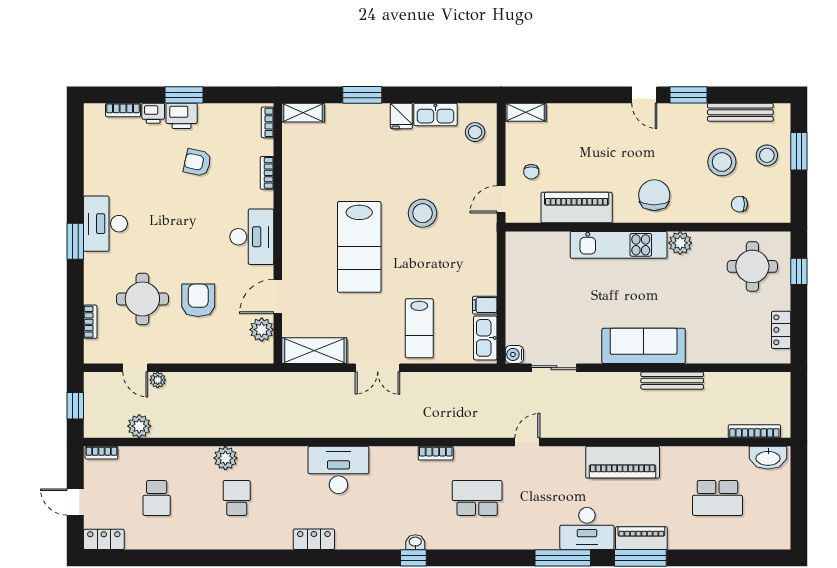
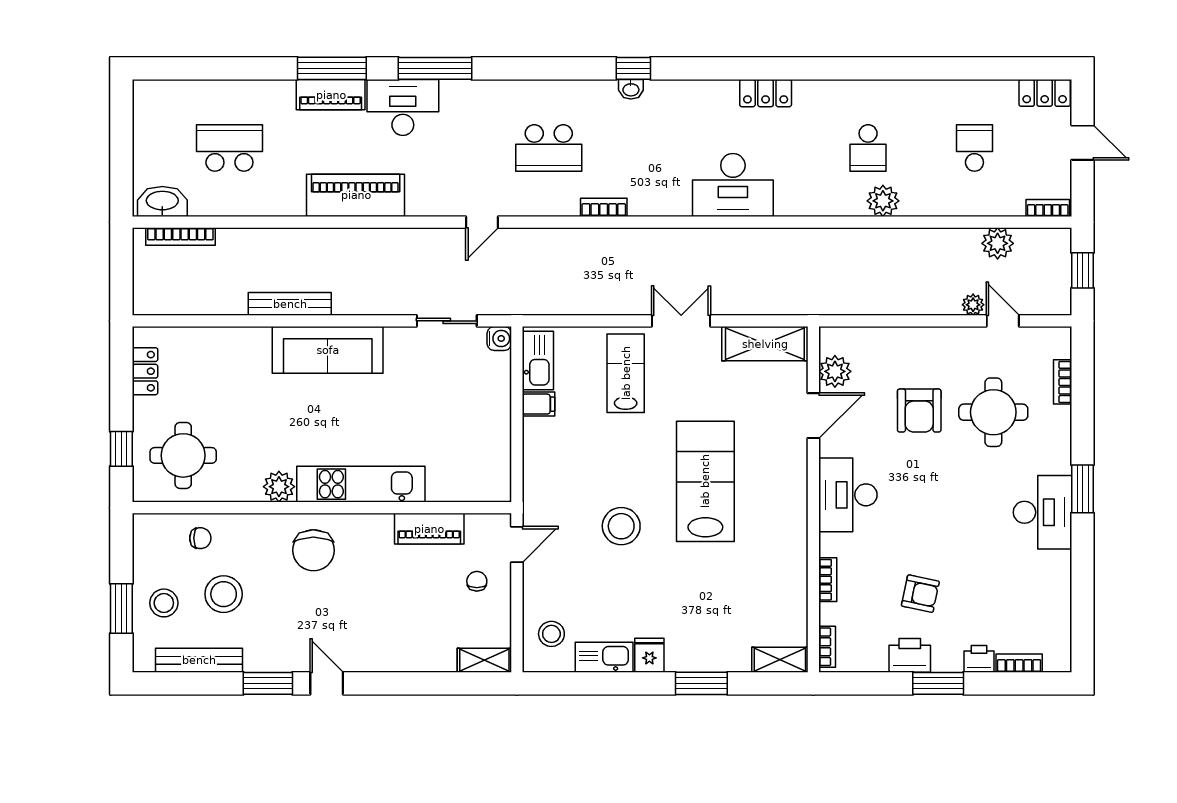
printer: (182, 116) -> (910, 655), moved
piano: (577, 208) -> (429, 529), width x0.73, depth x0.75

